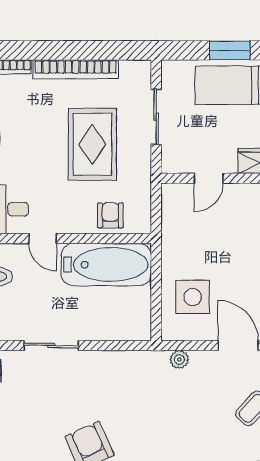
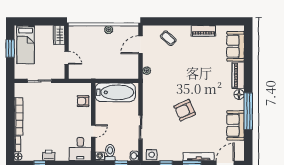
rug: (92, 144) -> (52, 109), removed
bathtub: (106, 265) -> (115, 92), moved, turned 90
side table: (193, 297) -> (119, 65), removed

